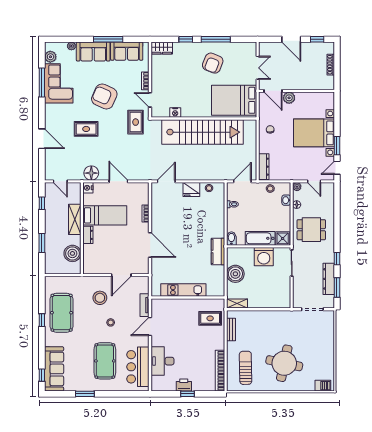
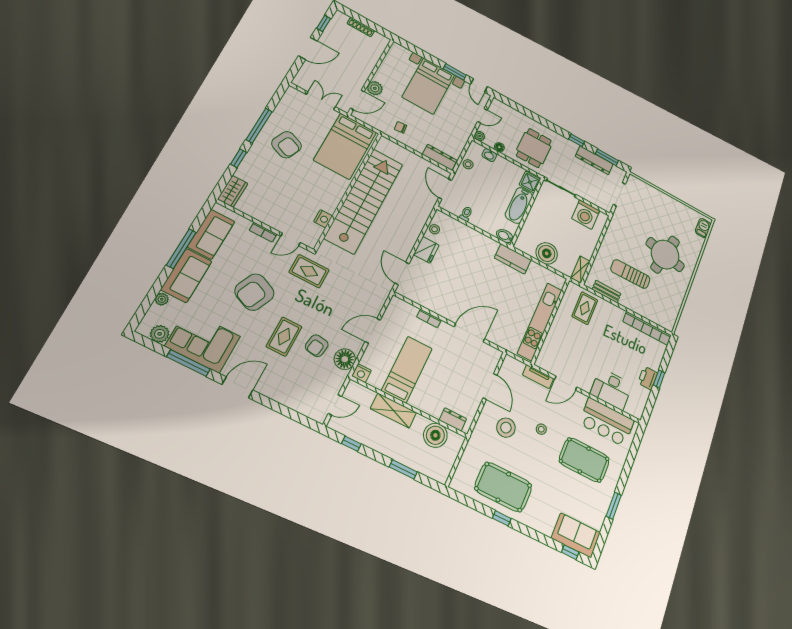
door: (42, 139) -> (238, 387), moved
armchair: (91, 152) -> (317, 346), added
dresser: (88, 235) -> (453, 419), moved
washing machine: (264, 257) -> (586, 215), moved, turned 90
kitchen unit: (183, 290) -> (540, 322), width x1.36
door: (150, 327) -> (566, 383), hinge flipped
sun lounger: (246, 368) -> (630, 274), moved
sofa: (54, 369) -> (576, 535), width x0.73

